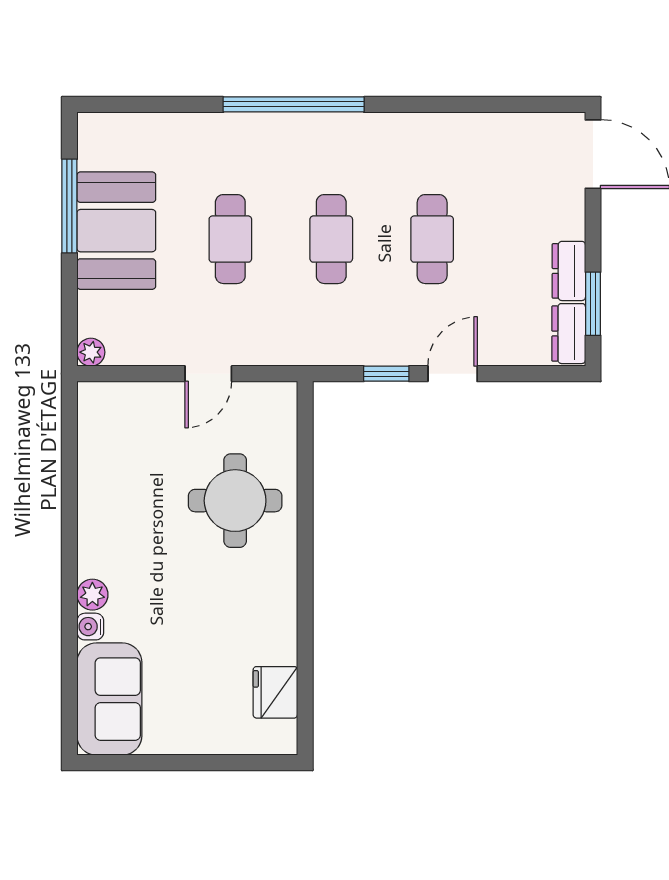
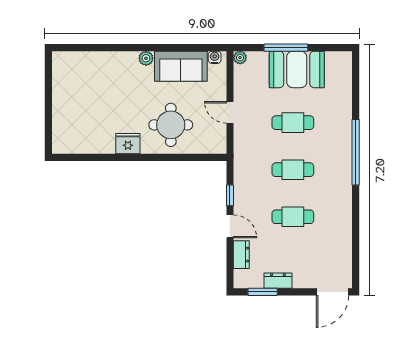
window: (69, 206) -> (286, 48), moved
dresser: (569, 334) -> (241, 255), moved, turned 90
plant: (92, 595) -> (146, 58), moved
water cooler: (90, 627) -> (215, 57), moved
fridge: (275, 692) -> (128, 144), moved
sofa: (109, 699) -> (181, 66), moved

